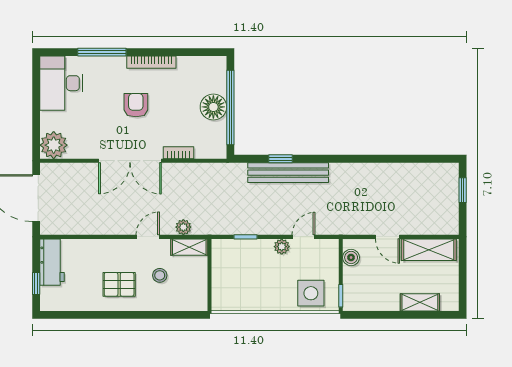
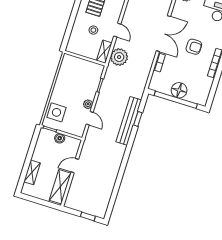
double door: (130, 161) -> (163, 34), swing flipped
plant: (183, 227) -> (119, 57), width x1.88, depth x1.88
boiler: (351, 257) -> (60, 138), moved

